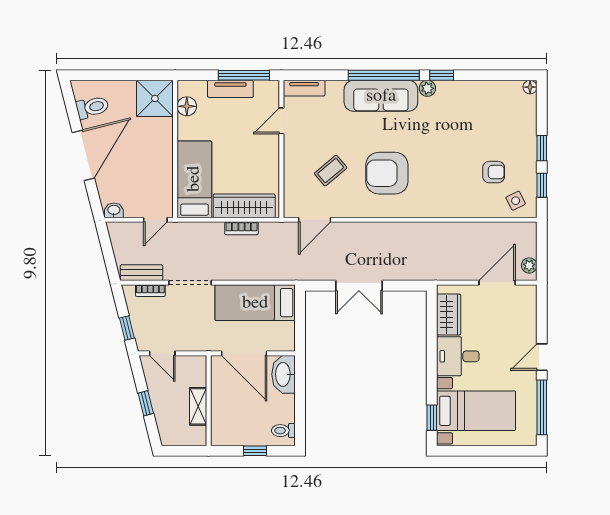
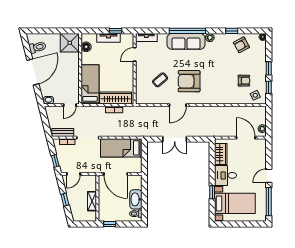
window: (244, 75) -> (115, 31), width x0.46
window: (442, 75) -> (232, 31), moved
armchair: (489, 103) -> (241, 45), added
door: (315, 220) -> (178, 105), moved
door: (497, 283) -> (246, 138), hinge flipped
door: (162, 353) -> (73, 174), hinge flipped
washbasin: (284, 374) -> (136, 199), moved
window: (432, 418) -> (212, 192), moved
window: (255, 451) -> (110, 224), moved

